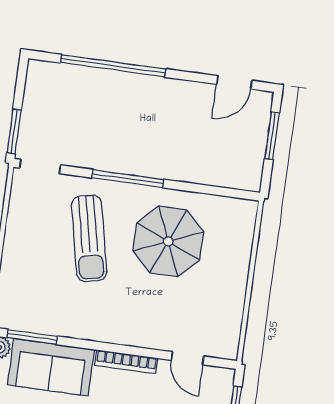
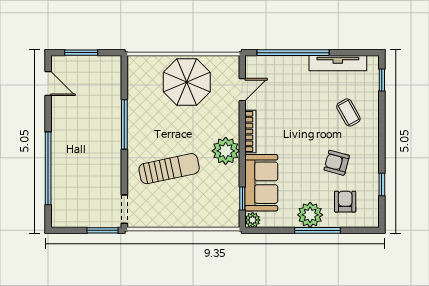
window: (128, 179) -> (124, 124), moved
parasol: (168, 241) -> (187, 82), moved
plant: (103, 323) -> (226, 151), added
window: (32, 337) -> (242, 199), width x0.67

